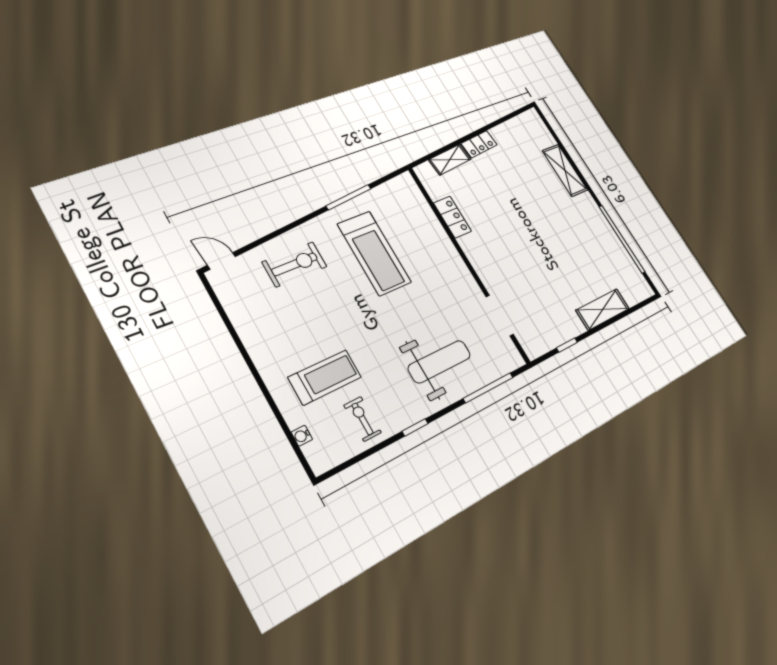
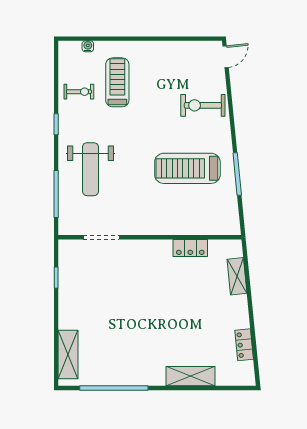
locker: (479, 144) -> (244, 345), moved
exercise bike: (295, 264) -> (203, 105), turned 90
shelving: (603, 309) -> (68, 354), moved
treadmill: (325, 377) -> (117, 82), turned 180

